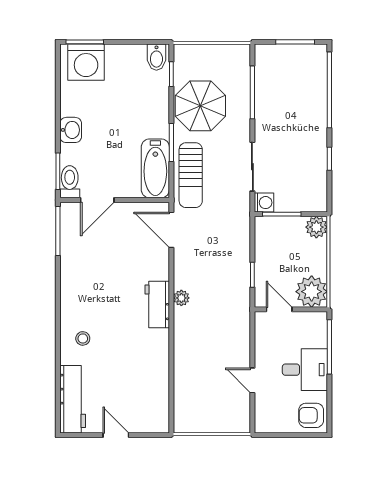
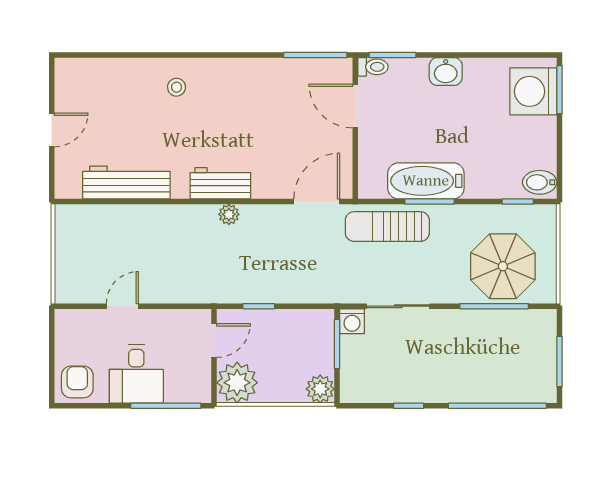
parasol: (200, 106) -> (503, 266), moved
bathtub: (155, 168) -> (426, 181), moved
toilet: (70, 182) -> (373, 67), width x0.73, depth x0.72
workbench: (73, 399) -> (126, 182), moved, turned 180

